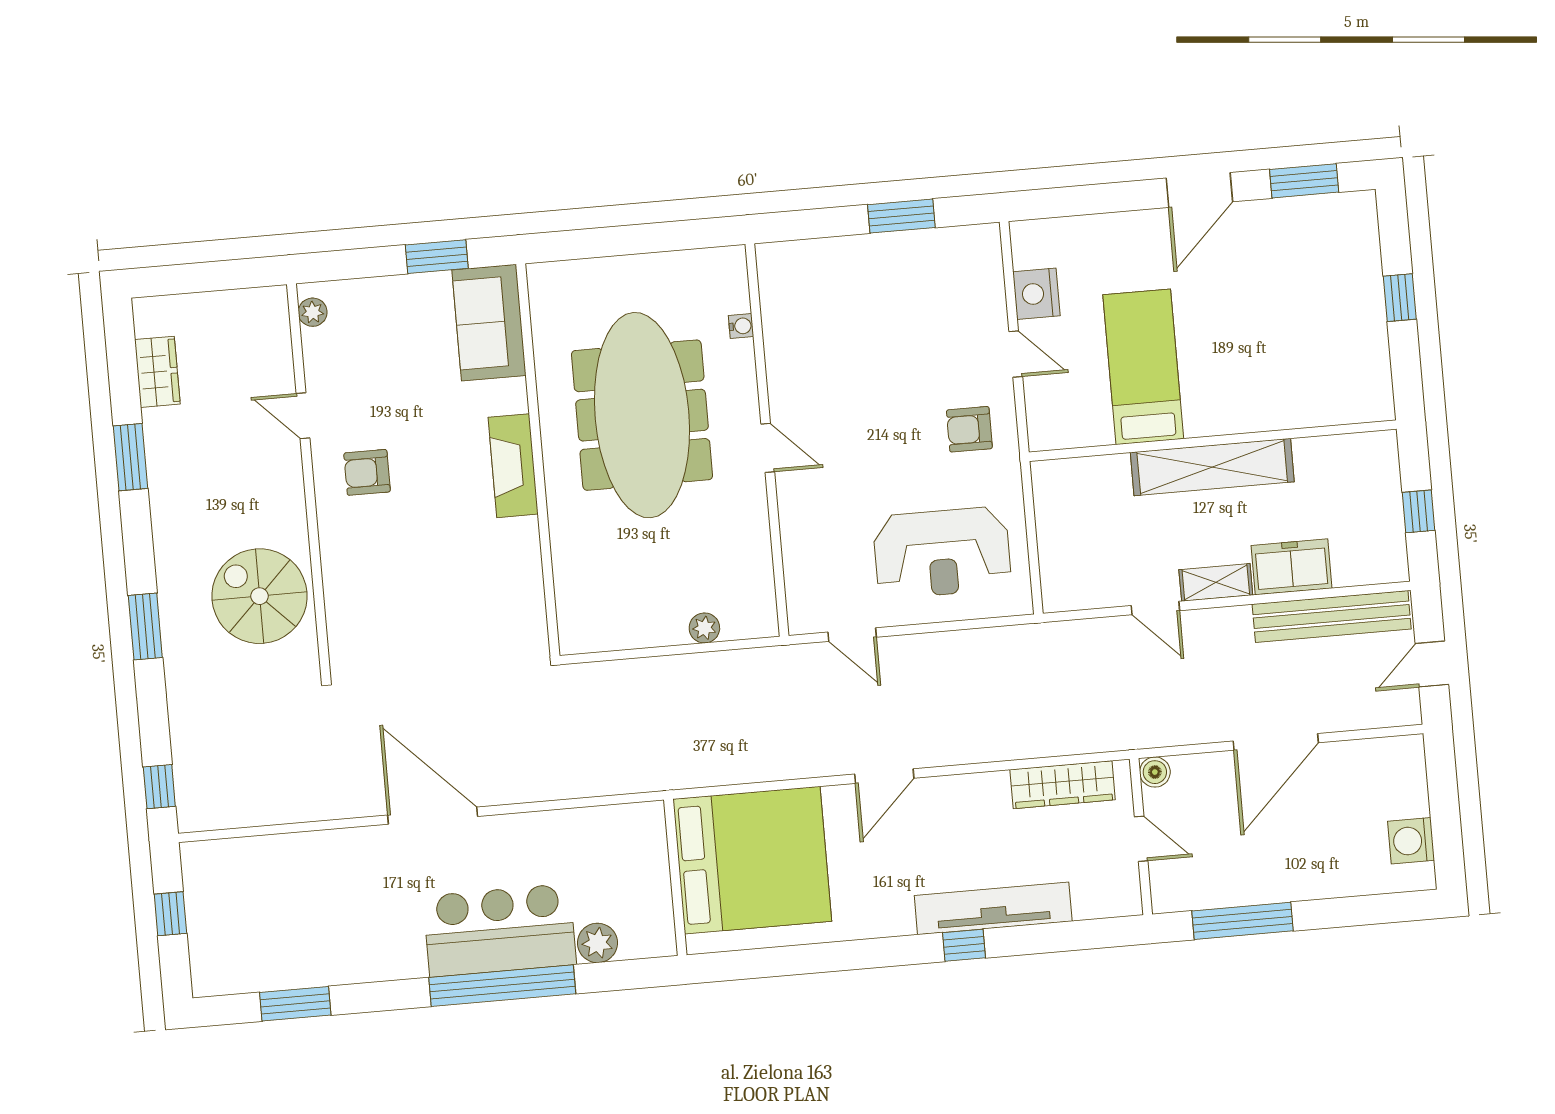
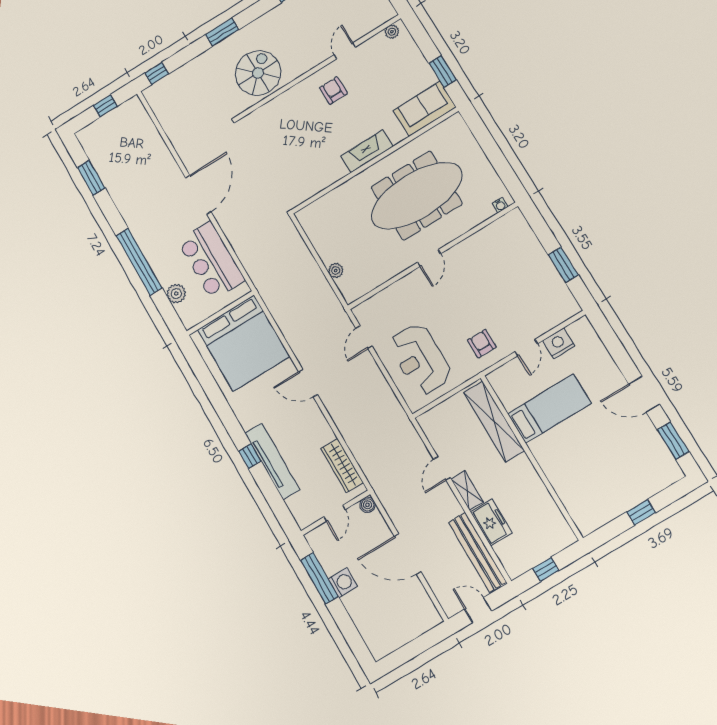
water cooler: (741, 326) -> (500, 205), moved
shelving: (1212, 467) -> (494, 422), moved
washing machine: (1411, 841) -> (343, 583), moved, turned 90
bar counter: (500, 930) -> (211, 261), moved, turned 180

